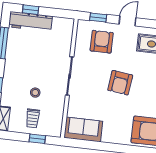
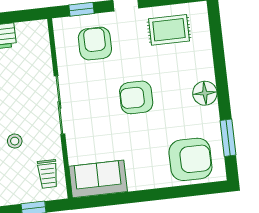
armchair: (120, 83) -> (136, 97), turned 83
trolley: (33, 118) -> (48, 174), moved

